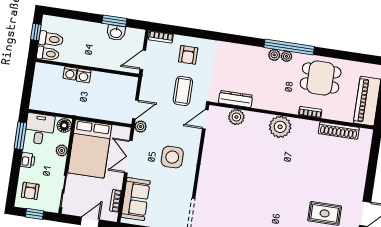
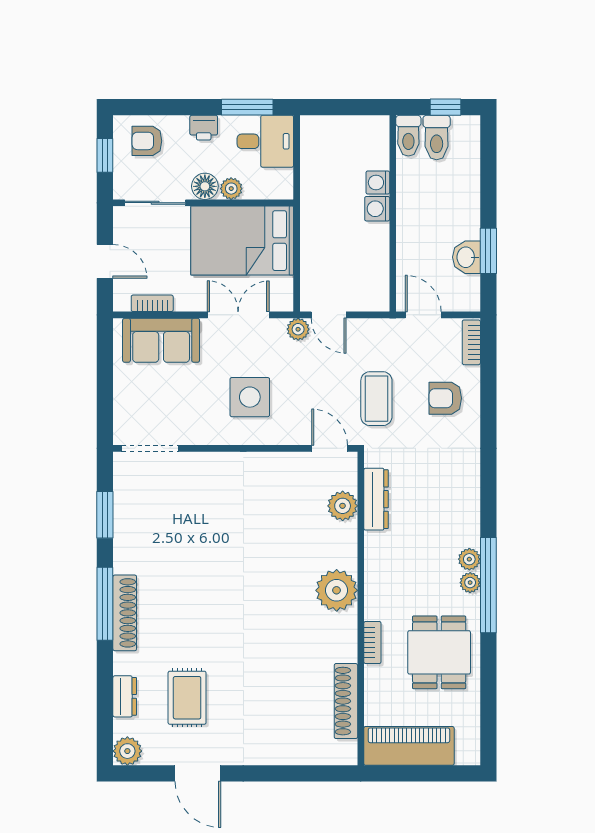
coffee table: (183, 91) -> (376, 399), turned 90
floor lamp: (64, 125) -> (205, 186), moved

